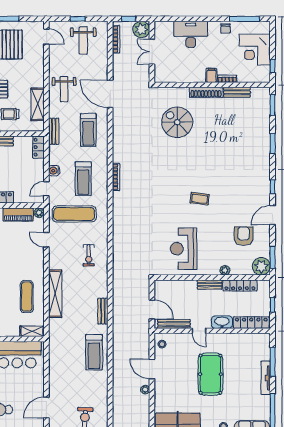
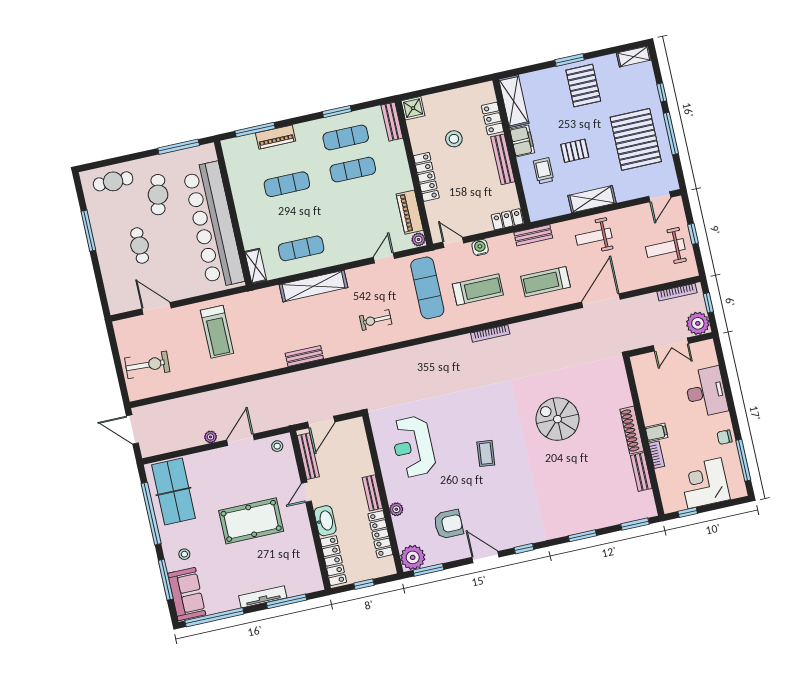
double door: (152, 52) -> (671, 344), swing flipped
shelving: (38, 104) -> (592, 199), moved
spiral stairs: (177, 122) -> (557, 419), moved, turned -90
treadmill: (83, 179) -> (478, 290), turned 180
reception desk: (184, 249) -> (413, 447), turned -90
treadmill: (94, 352) -> (217, 332), moved, turned -90

